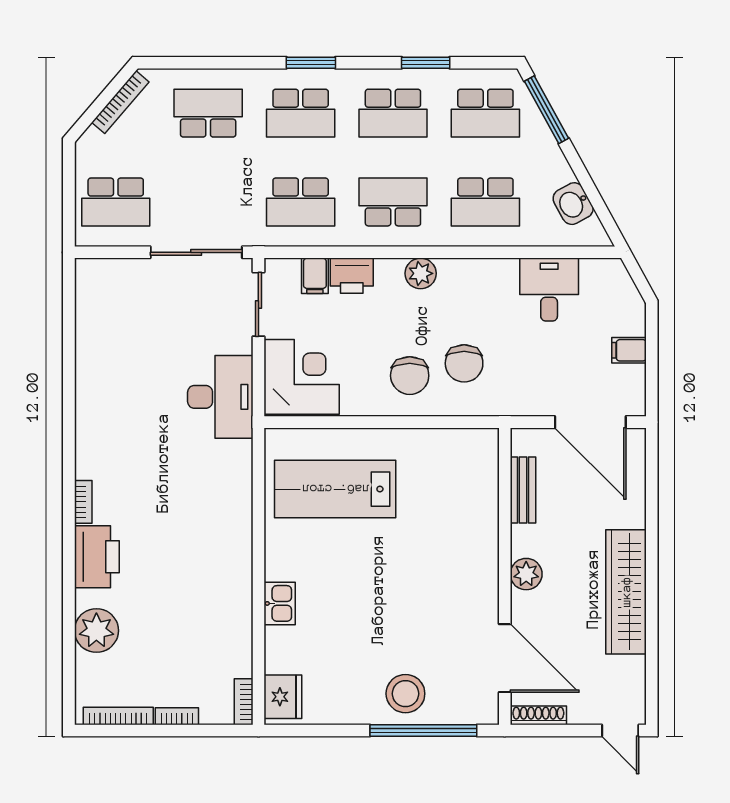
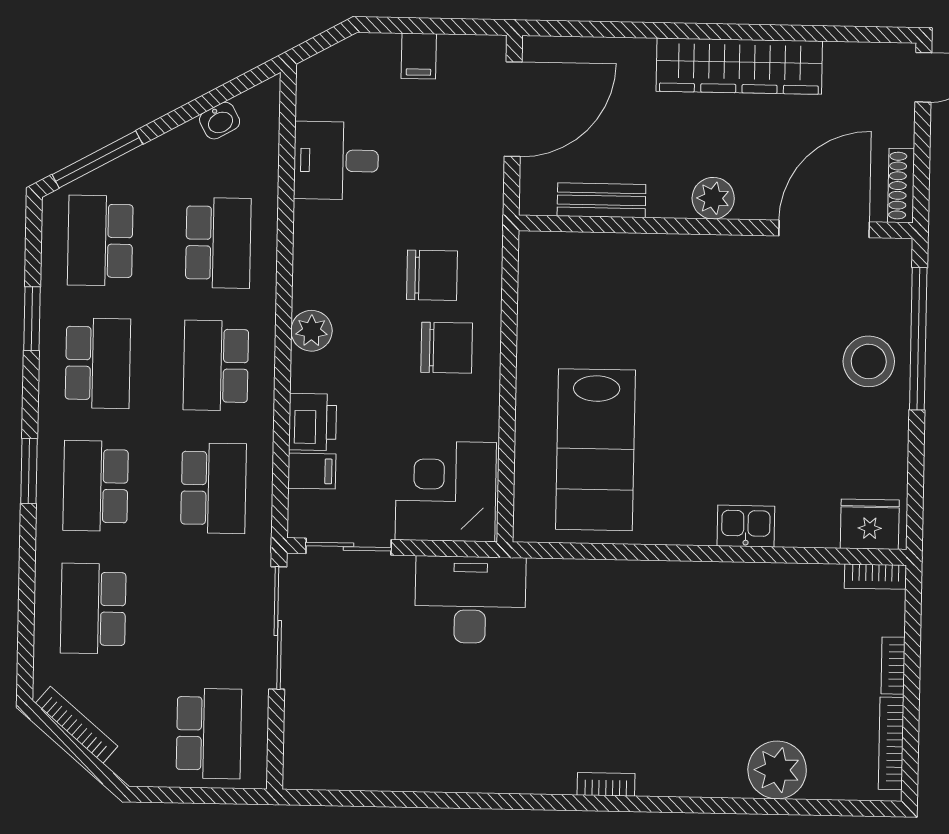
school desk: (301, 113) -> (96, 486), turned 180
school desk: (485, 113) -> (100, 241), turned 180
washbasin: (573, 204) -> (220, 121), width x0.72, depth x0.69
printer: (97, 557) -> (679, 768), removed

